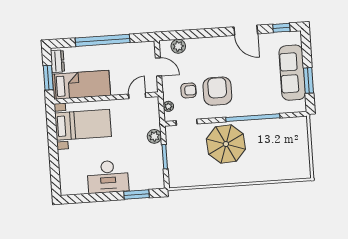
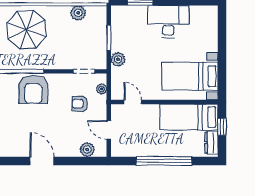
door: (246, 30) -> (42, 161), moved
window: (48, 78) -> (222, 127), width x0.67
armchair: (217, 91) -> (33, 89), moved
door: (137, 96) -> (133, 102), swing flipped
parasol: (226, 144) -> (27, 30), moved
plant: (196, 179) -> (78, 13), added

